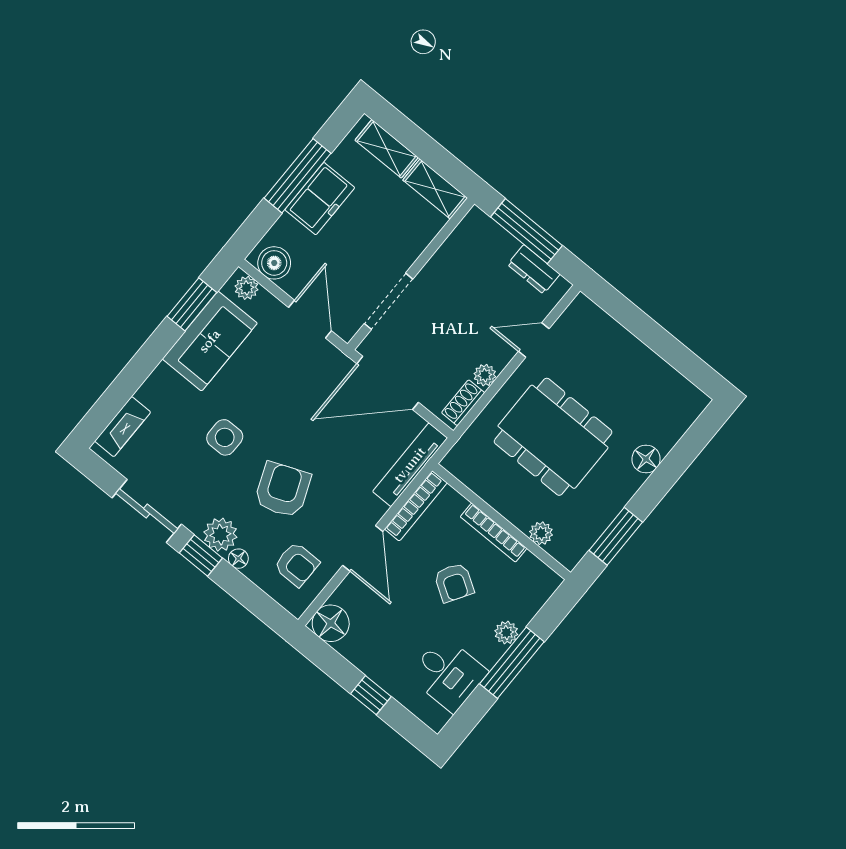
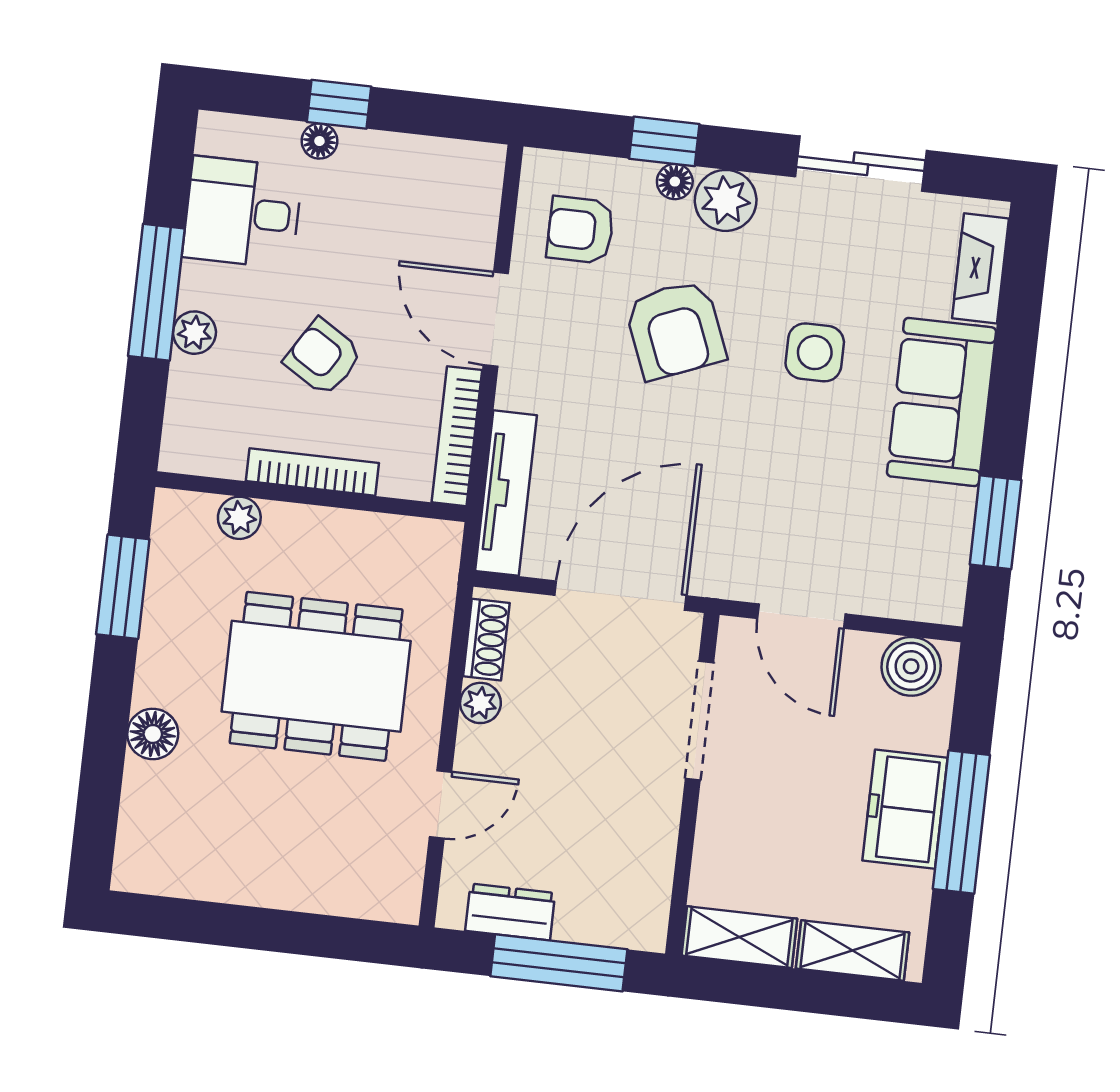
plant: (247, 288) -> (929, 601), removed
sofa: (210, 341) -> (941, 402), moved
window: (201, 555) -> (664, 141), moved
floor lamp: (331, 623) -> (319, 141), moved, width x0.53, depth x0.53

